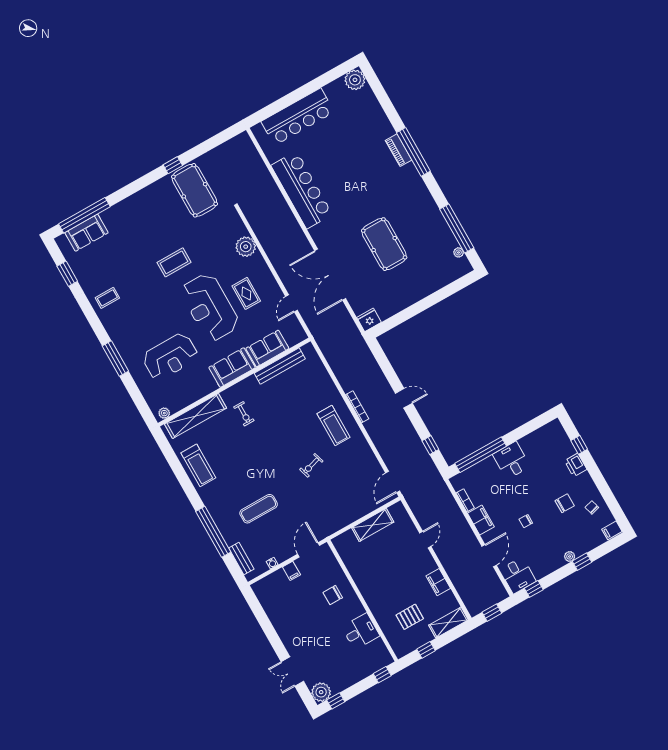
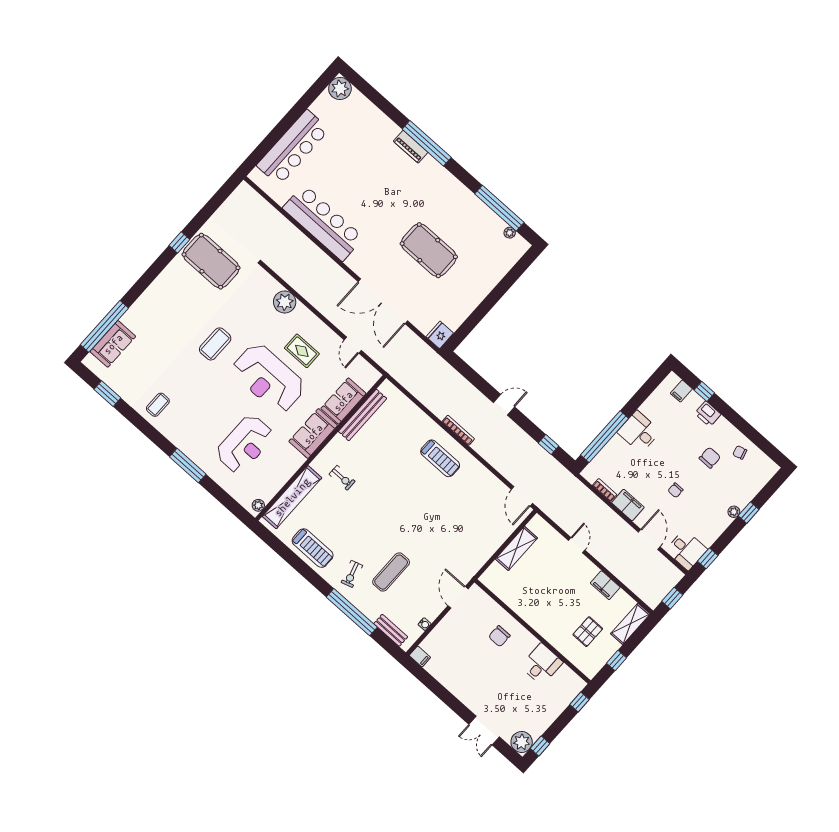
exercise bike: (311, 465) -> (352, 574), moved
filing cabinet: (612, 530) -> (681, 391), moved
filing cabinet: (291, 571) -> (420, 656), moved

